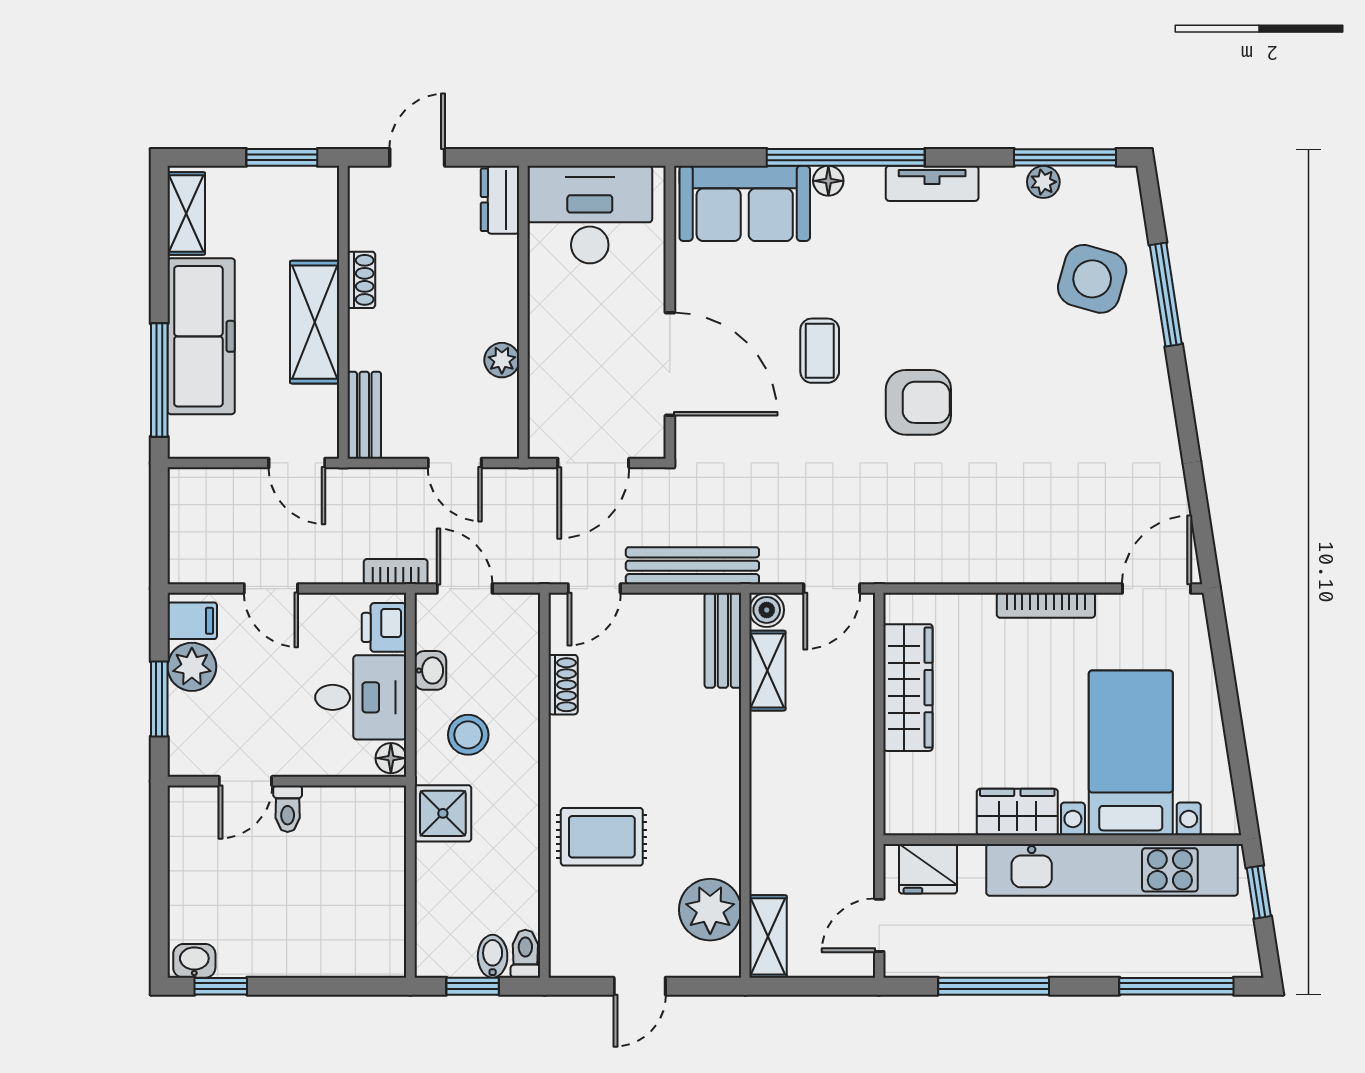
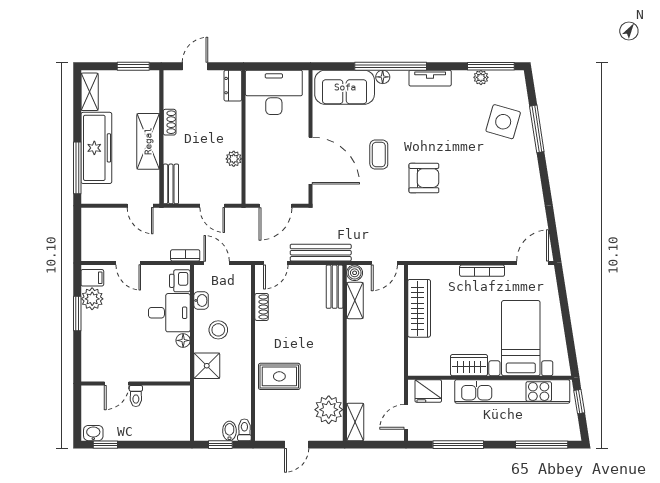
door: (245, 781) -> (117, 383), moved
wall: (287, 781) -> (136, 383), moved
toilet: (288, 809) -> (136, 396), moved

